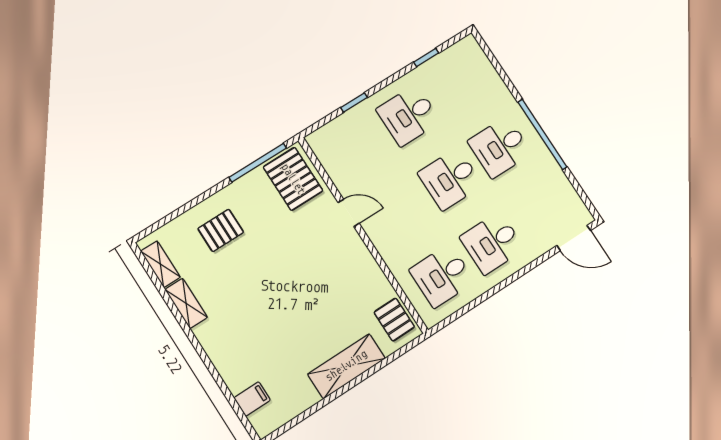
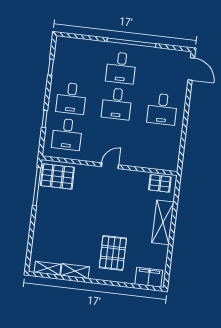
door: (349, 213) -> (110, 166), moved
pallet: (221, 230) -> (113, 253), moved, width x1.50, depth x1.42
door: (574, 238) -> (191, 69), hinge flipped
desk: (442, 276) -> (67, 134), moved
filing cabinet: (252, 399) -> (149, 277), width x2.00

